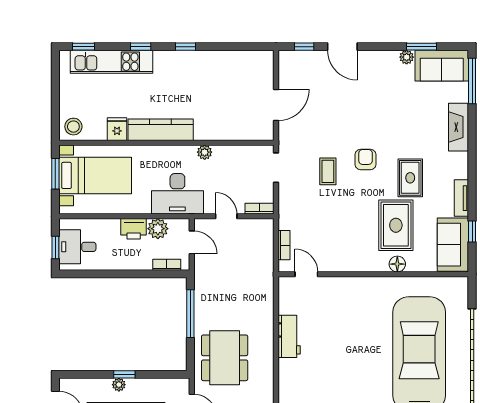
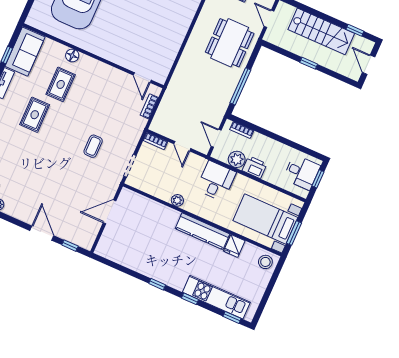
armchair: (366, 159) -> (62, 143), removed
desk: (177, 194) -> (216, 181), width x0.73
rug: (396, 225) -> (61, 84), width x0.73, depth x0.70
workbench: (289, 336) -> (175, 38), removed
plant: (119, 385) -> (316, 58), removed

